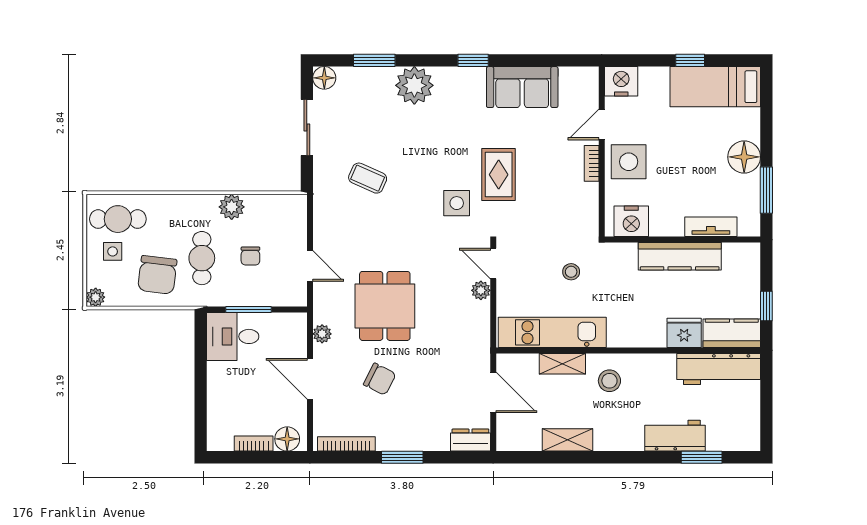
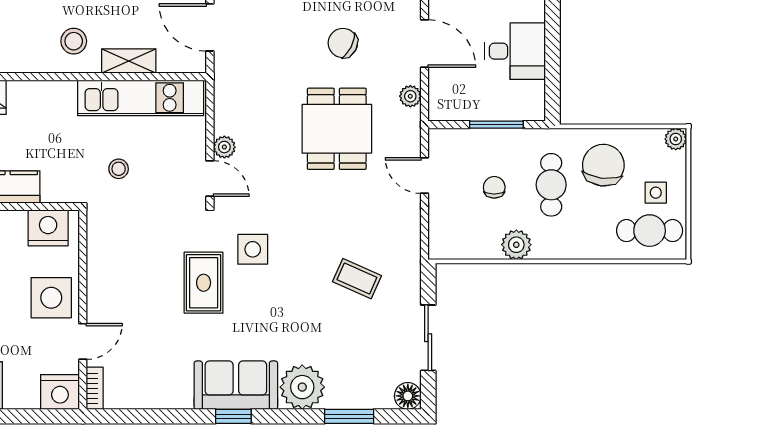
sofa: (522, 87) -> (236, 385), moved
bookcase: (592, 163) -> (95, 388), moved
desk: (233, 336) -> (515, 51), moved

